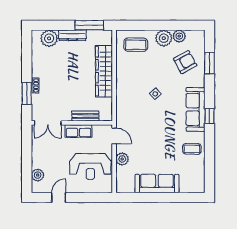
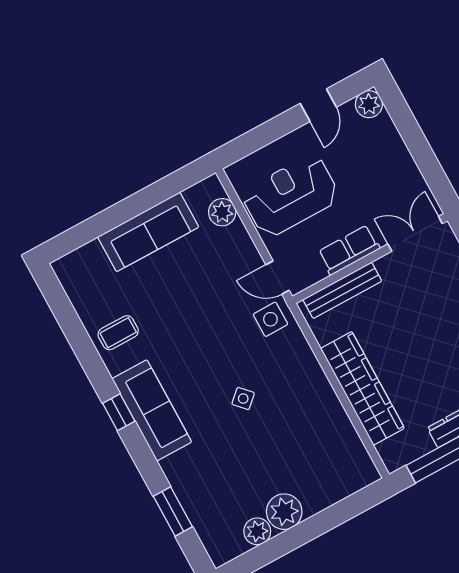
coffee table: (136, 45) -> (330, 471), removed
armchair: (185, 62) -> (220, 489), removed
bench: (85, 116) -> (342, 290), width x1.36
side table: (126, 120) -> (270, 319), added
plant: (122, 159) -> (222, 212), moved
plant: (38, 175) -> (369, 104), moved

